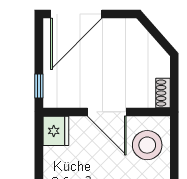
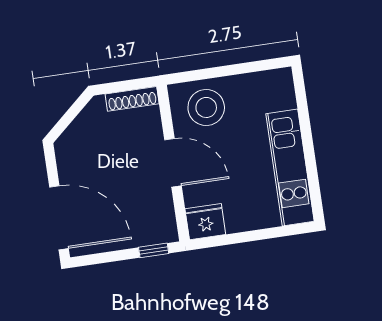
shoe rack: (163, 93) -> (132, 99), width x1.43
door: (107, 112) -> (173, 163), hinge flipped

